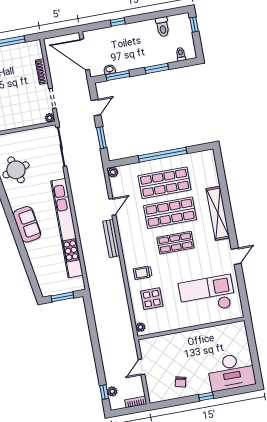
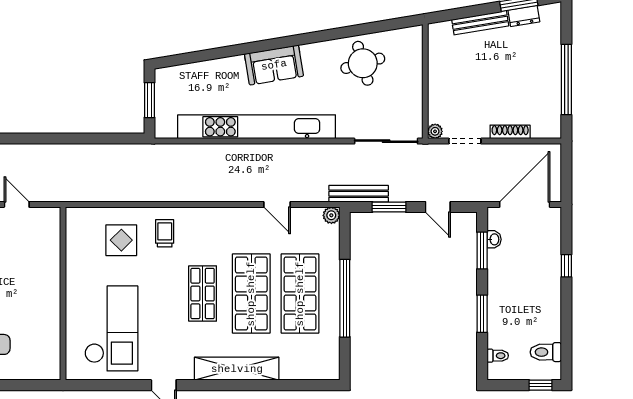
toilet: (163, 27) -> (546, 352), moved
bench: (111, 238) -> (359, 194), moved
plant: (140, 327) -> (80, 214), removed

